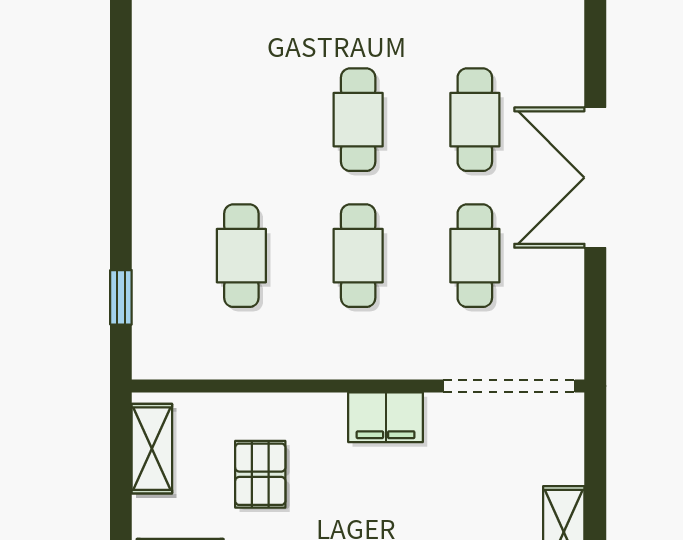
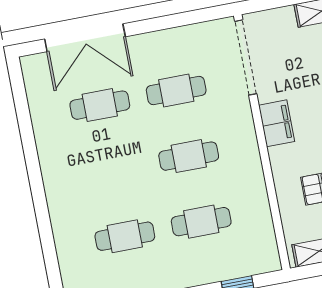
cafe table: (358, 120) -> (125, 236), moved
double door: (595, 178) -> (85, 38), moved

